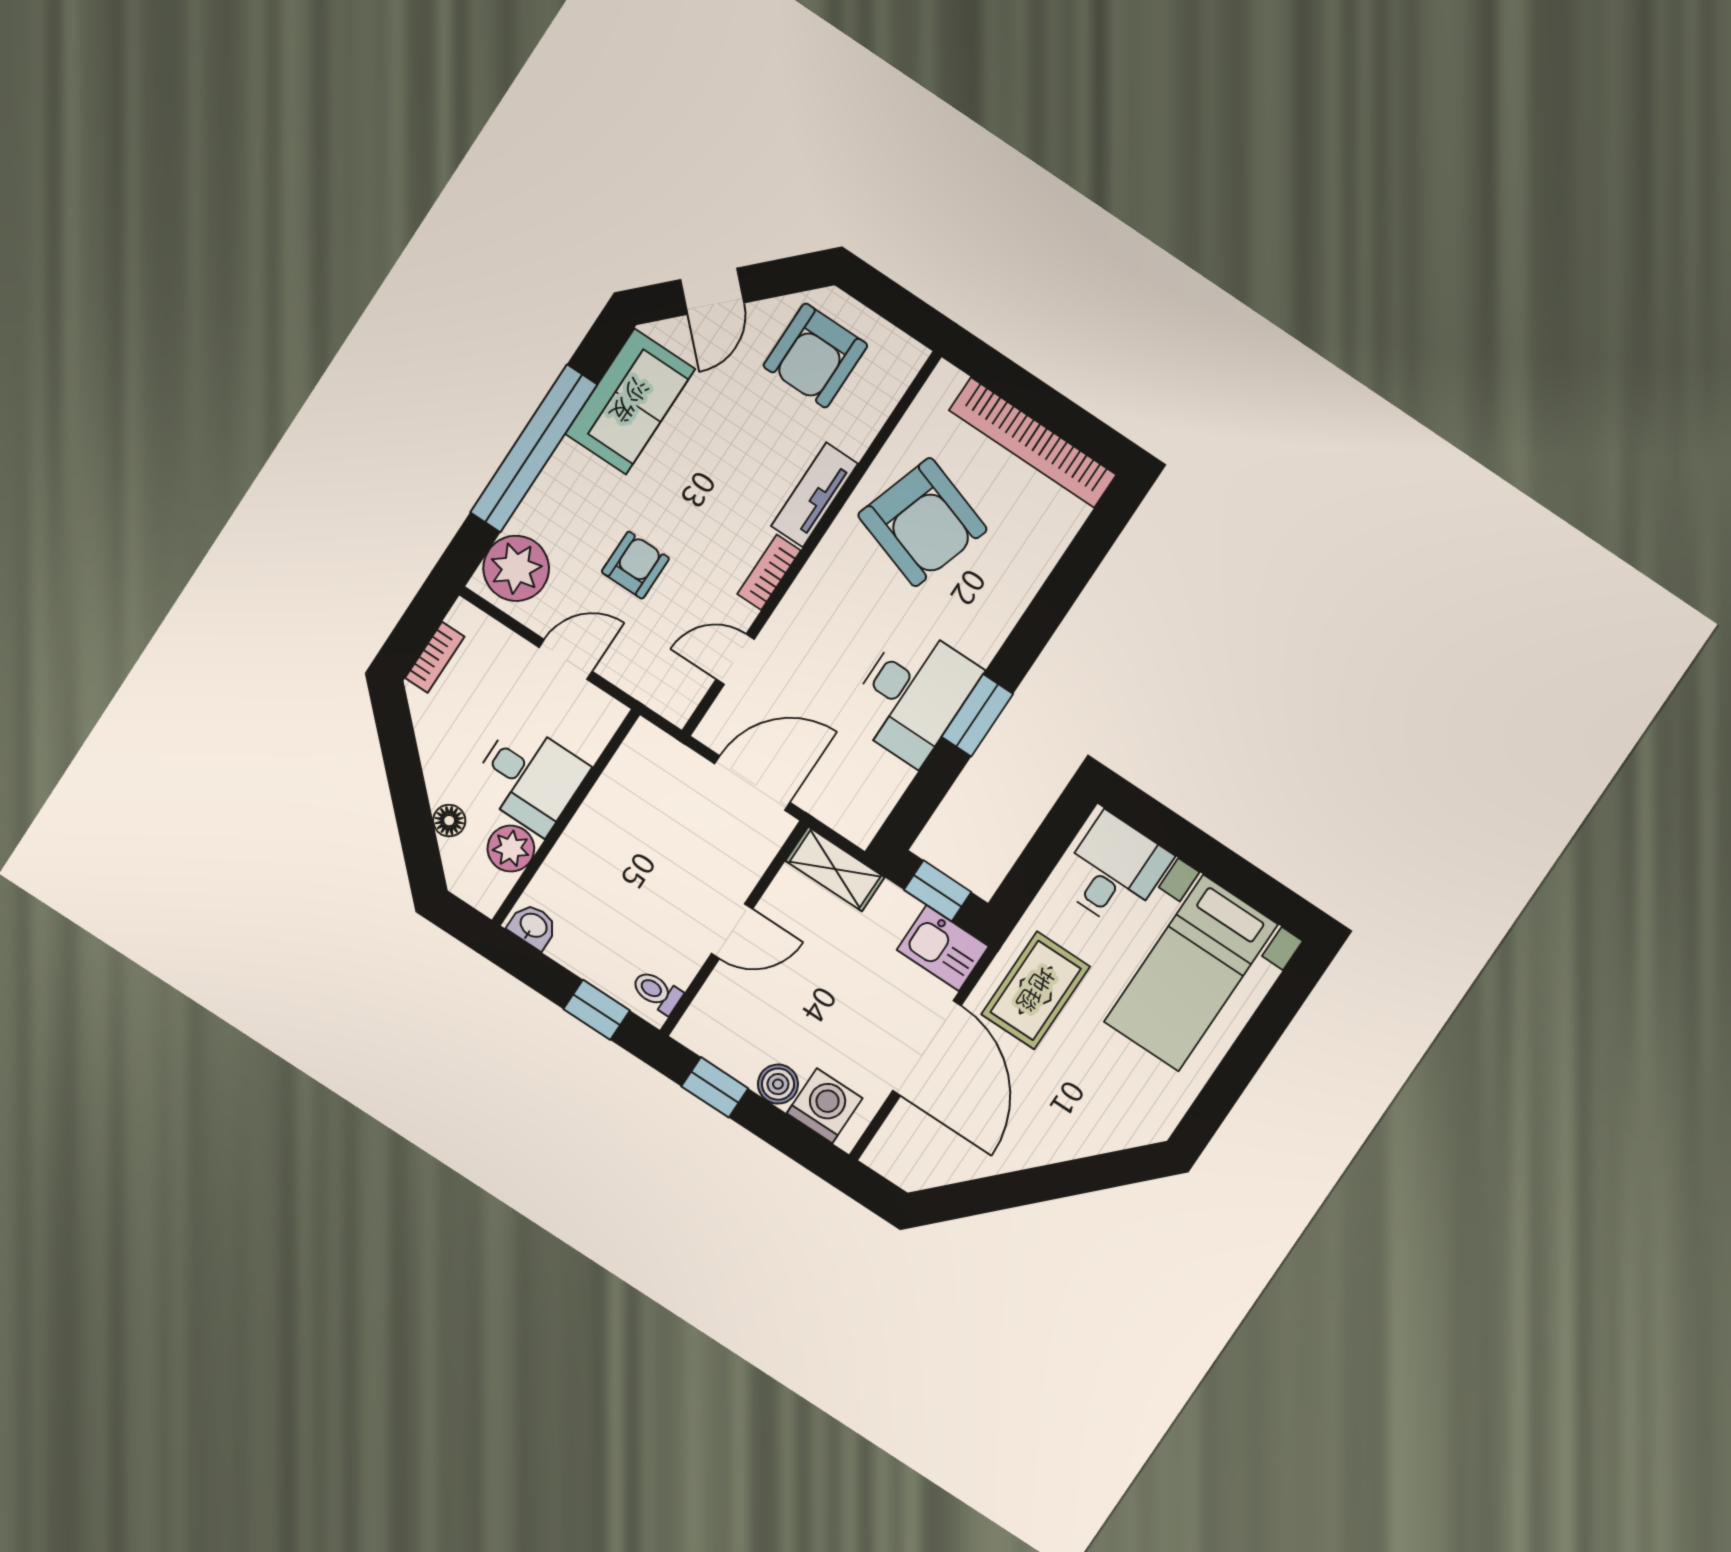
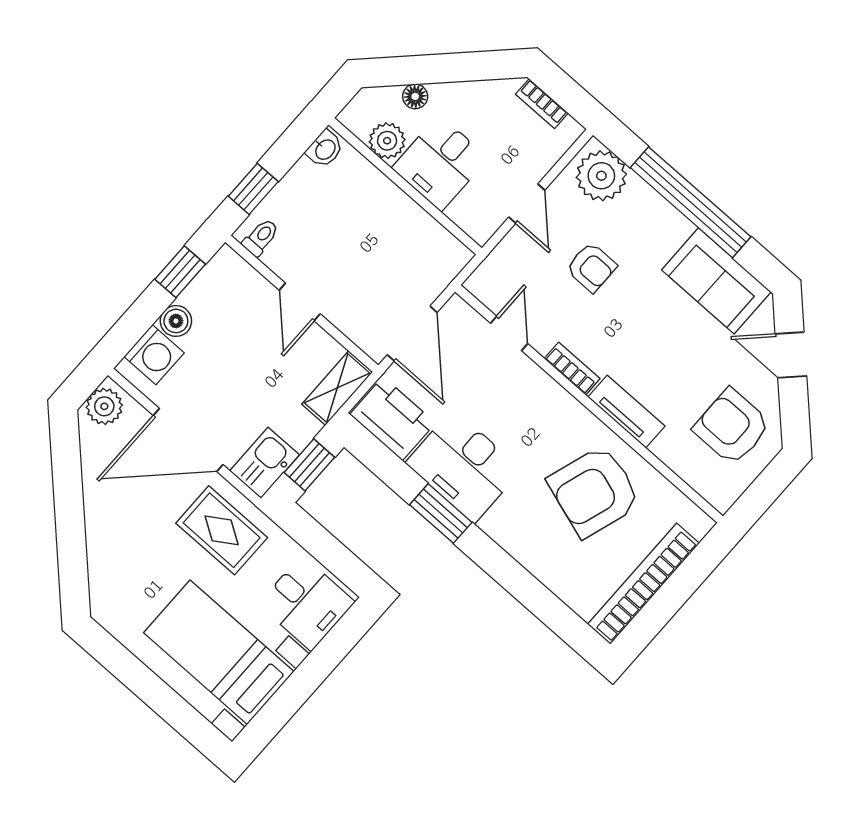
printer: (865, 793) -> (393, 419), added
plant: (898, 1159) -> (104, 406), added

